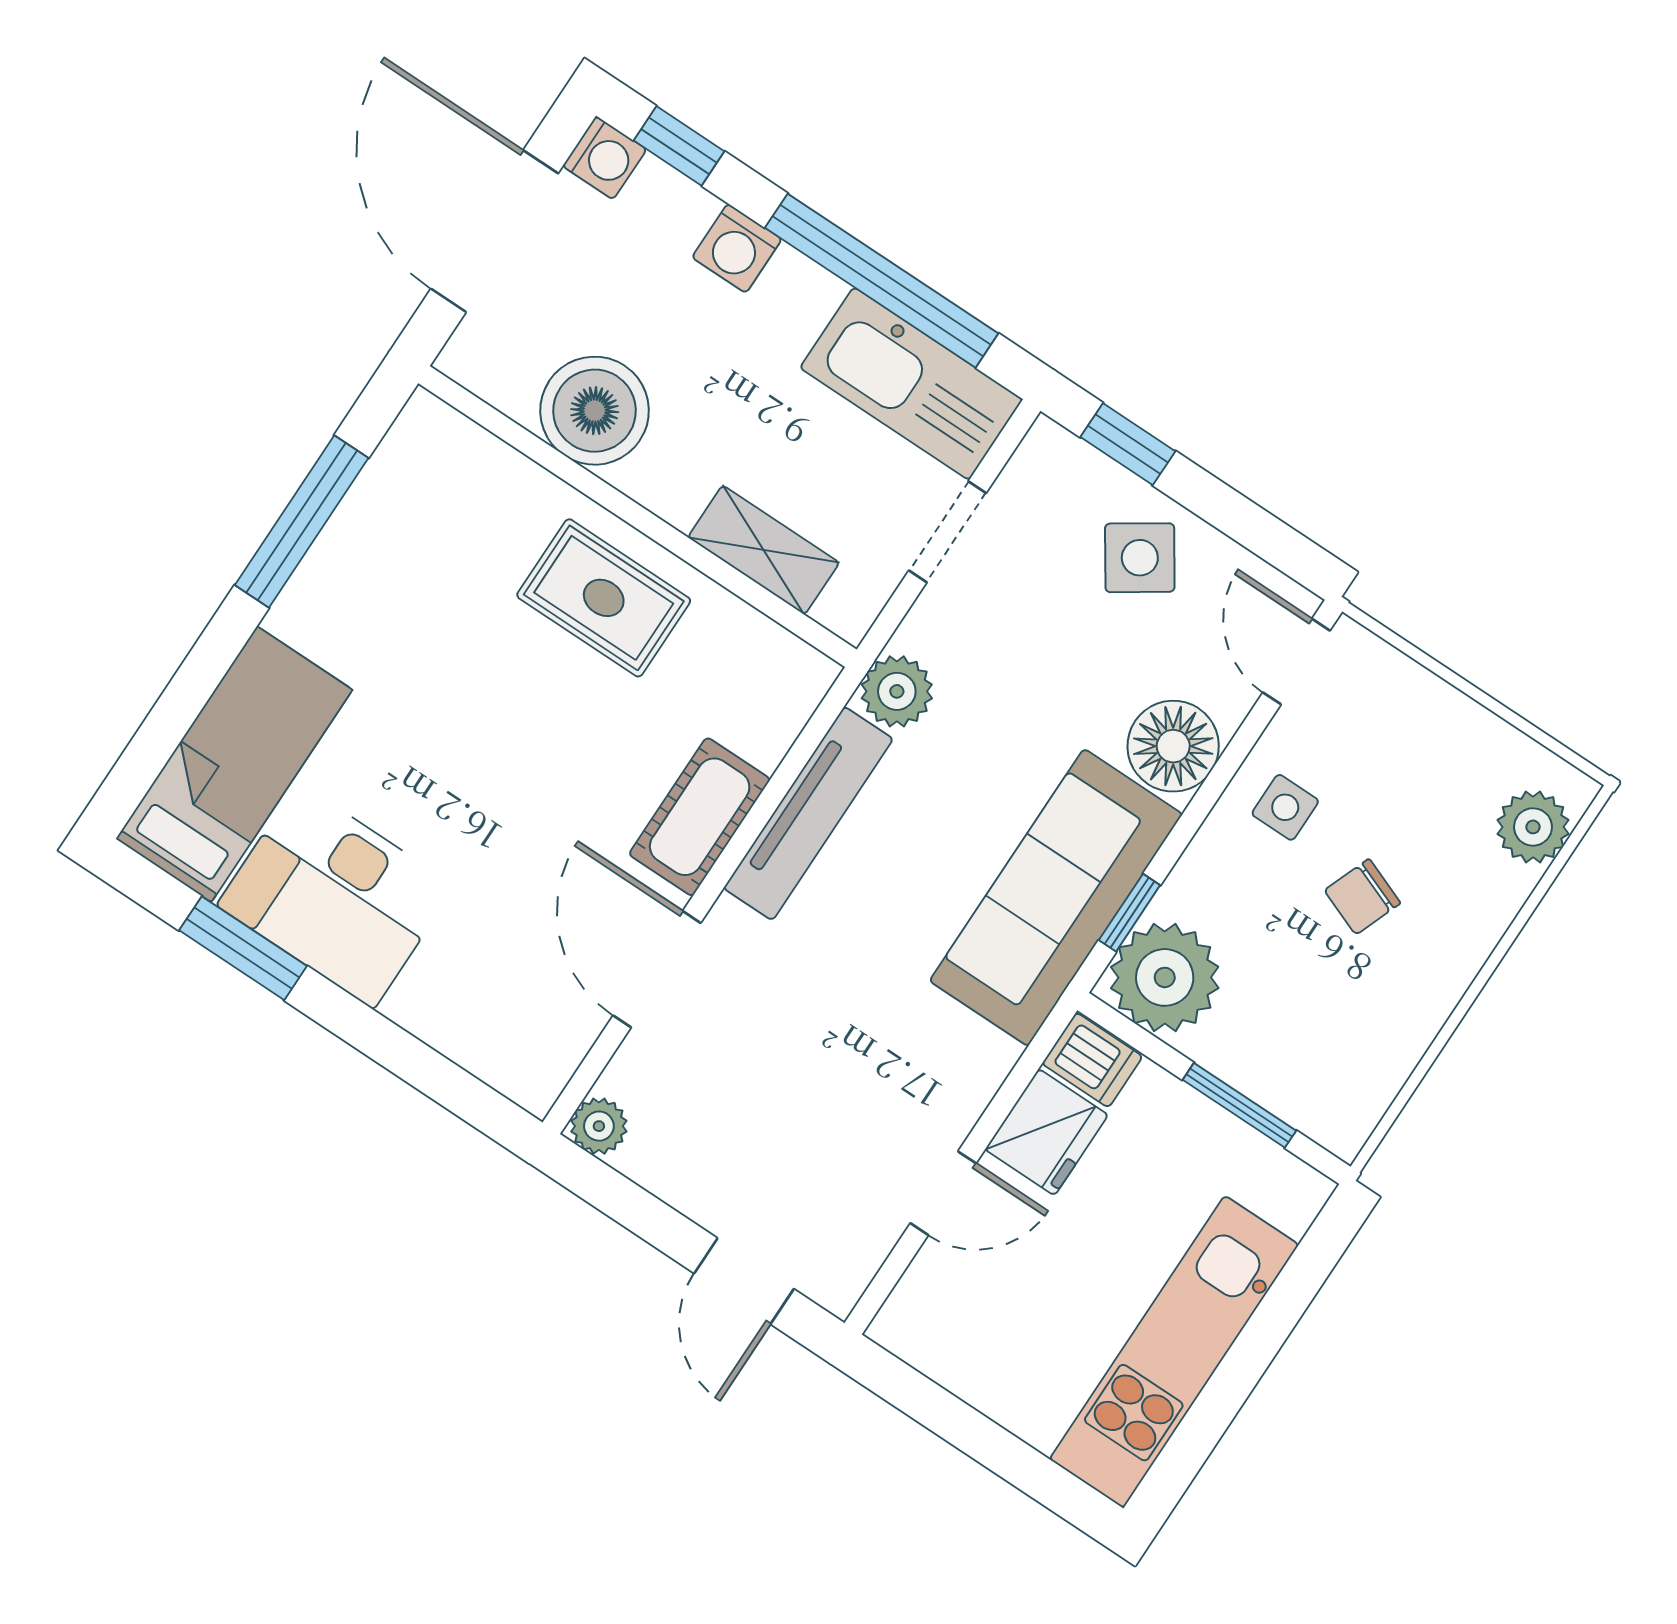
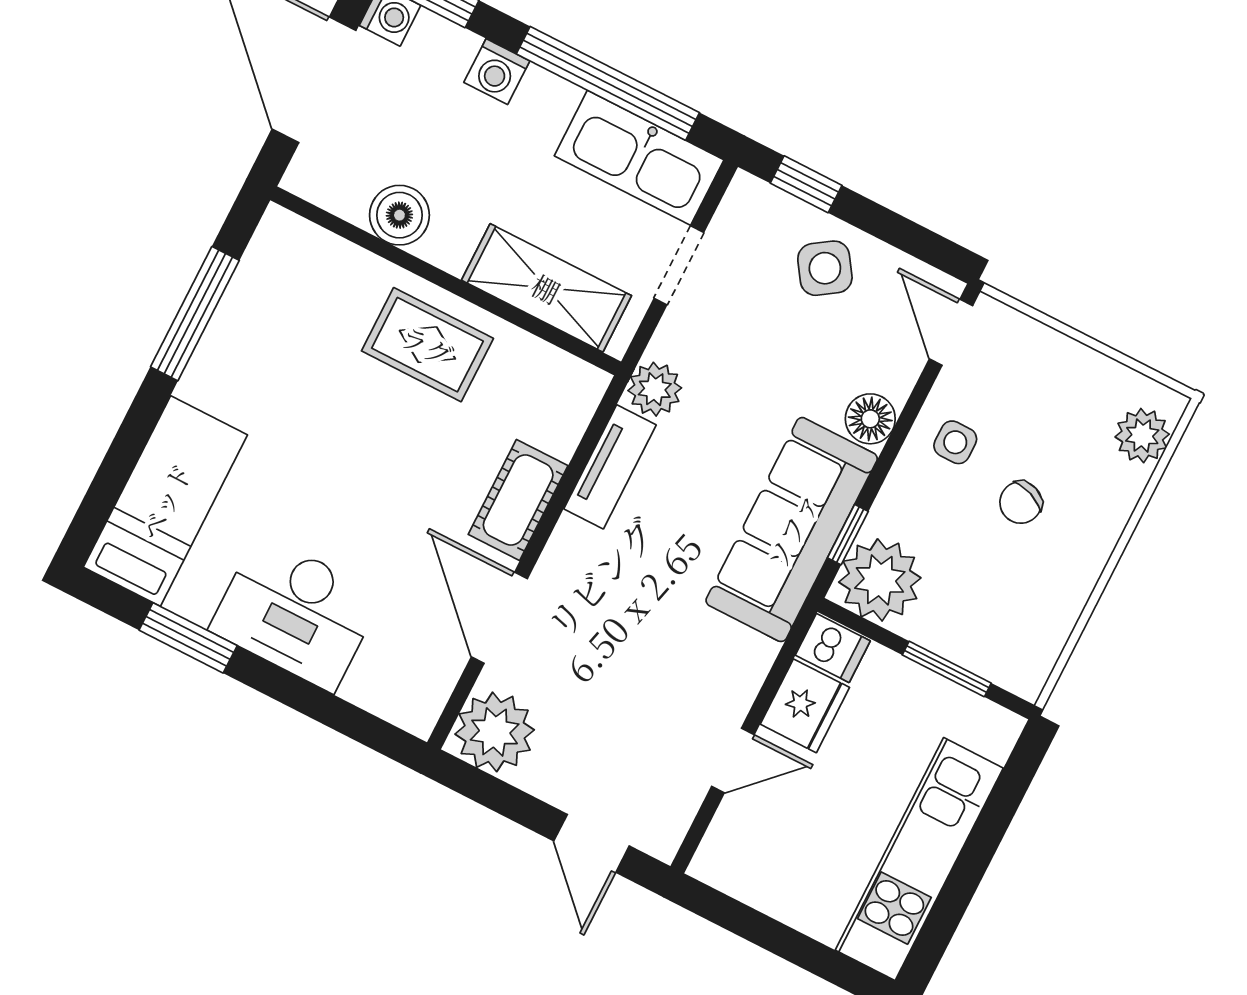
boiler: (595, 411) -> (399, 215), width x0.73, depth x0.73
shelving: (764, 550) -> (546, 288), width x1.50, depth x1.33
floor lamp: (1173, 746) -> (870, 419), width x0.73, depth x0.73
tv unit: (808, 813) -> (610, 467), width x0.71
desk: (336, 896) -> (296, 613), moved
plant: (599, 1126) -> (495, 732), width x1.88, depth x1.88

